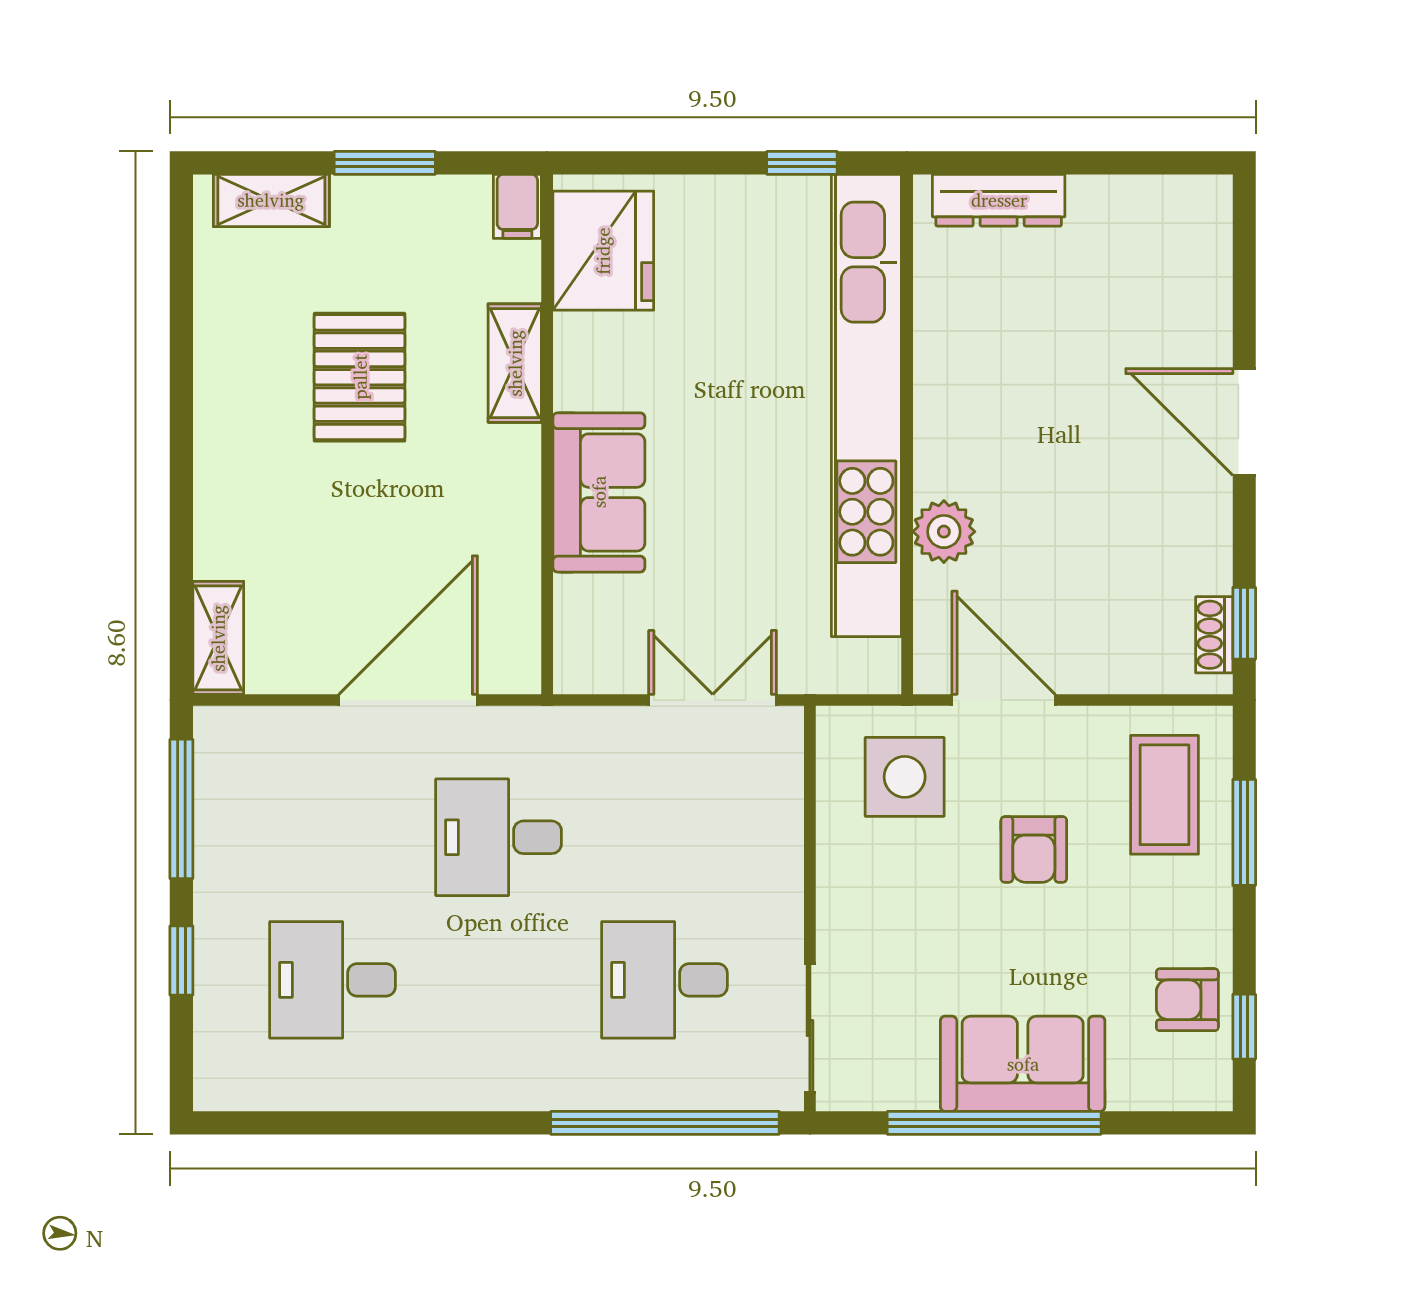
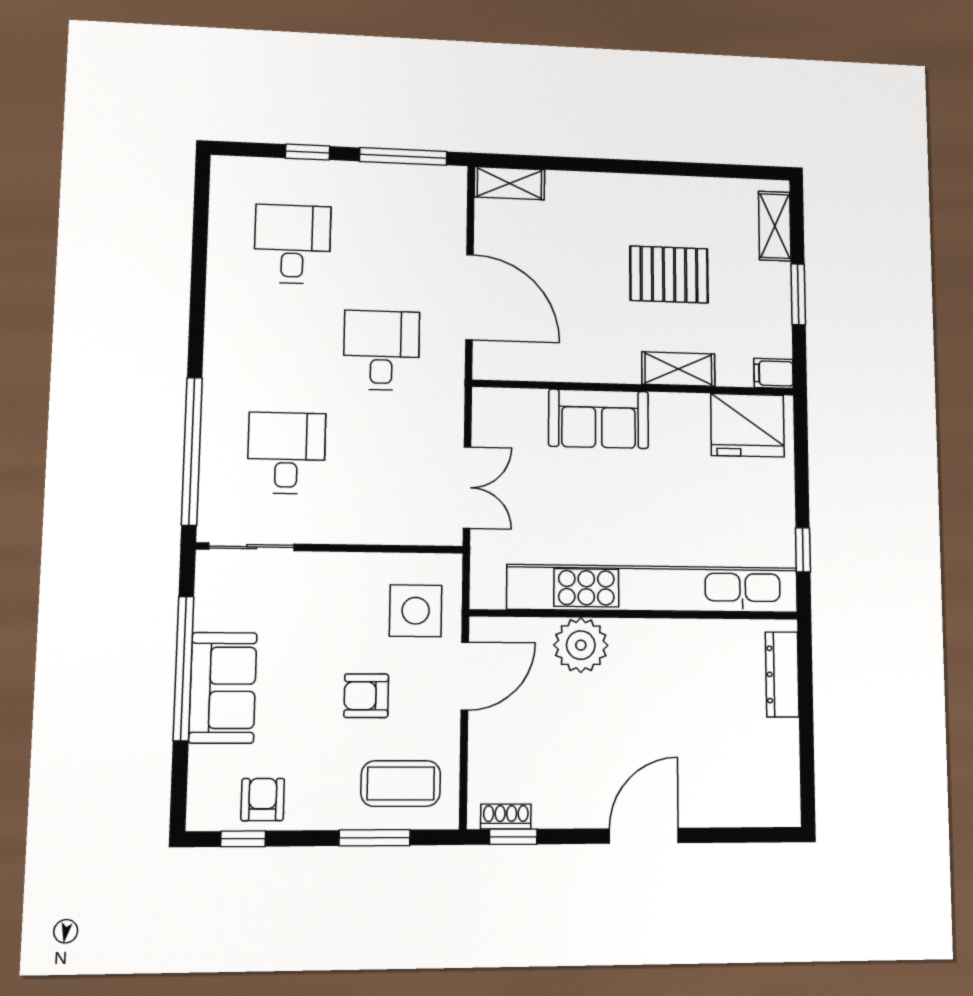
plant: (944, 532) -> (581, 645), width x1.36, depth x1.36

